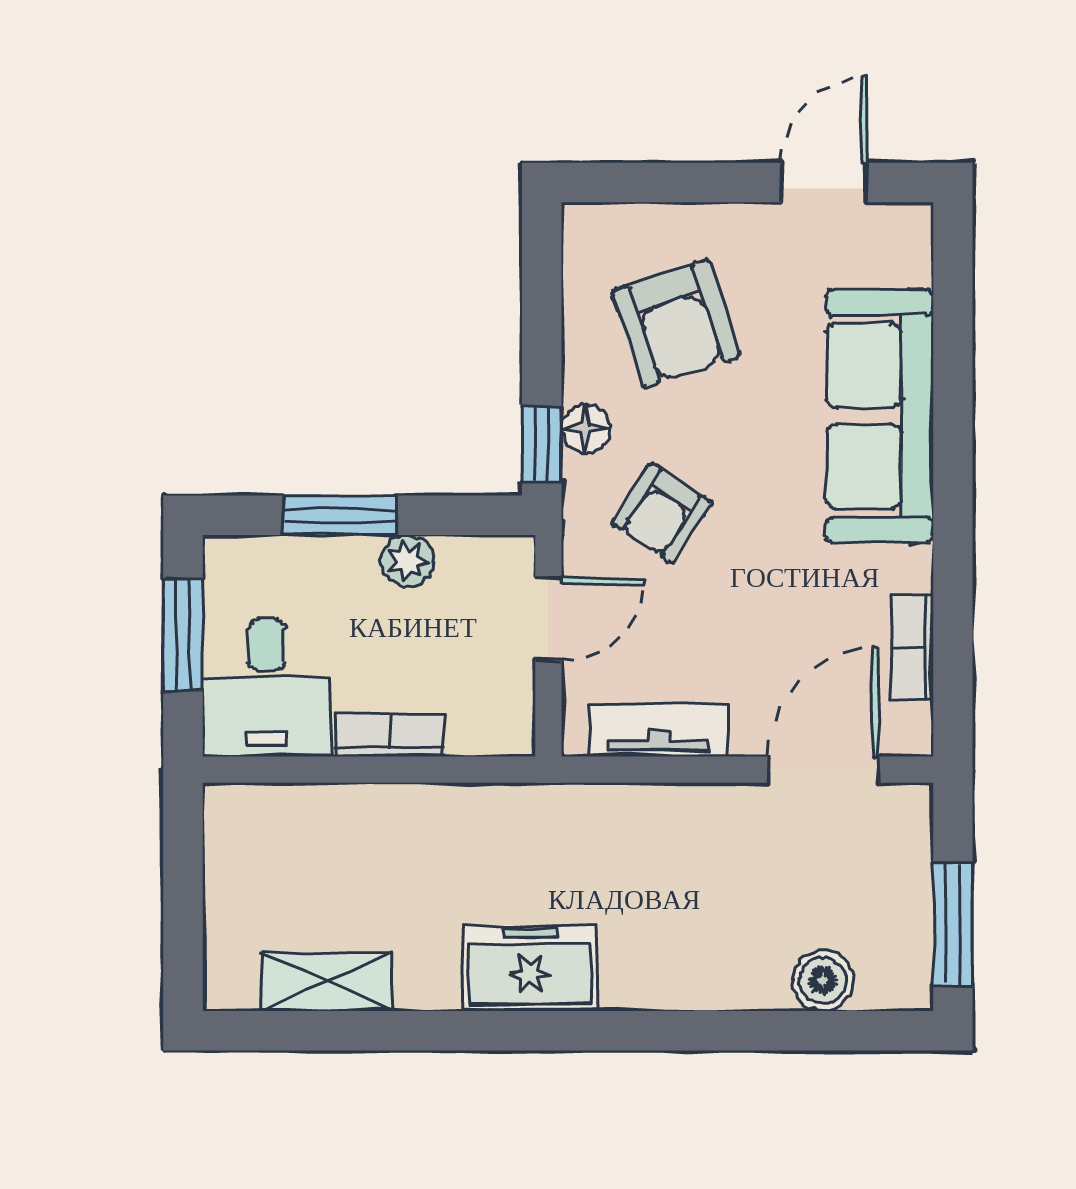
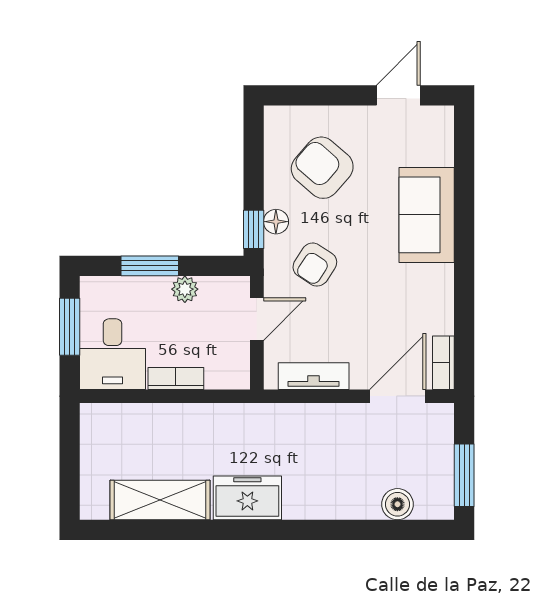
armchair: (676, 324) -> (322, 168), turned 149
sofa: (880, 416) -> (427, 215), width x0.73
bookcase: (912, 648) -> (443, 363), moved
shelving: (327, 982) -> (160, 500), width x1.50, depth x1.33

